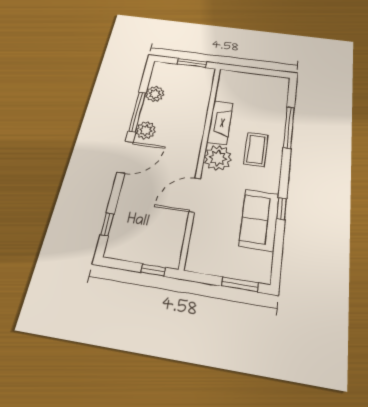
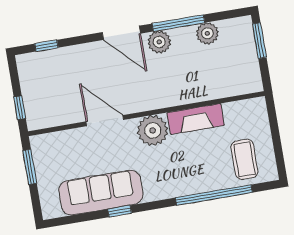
window: (192, 63) -> (259, 41), moved
window: (289, 127) -> (214, 195), width x1.46
coffee table: (256, 149) -> (244, 159), moved, turned 90
sofa: (259, 220) -> (101, 193), width x1.36
window: (240, 284) -> (30, 167), moved

